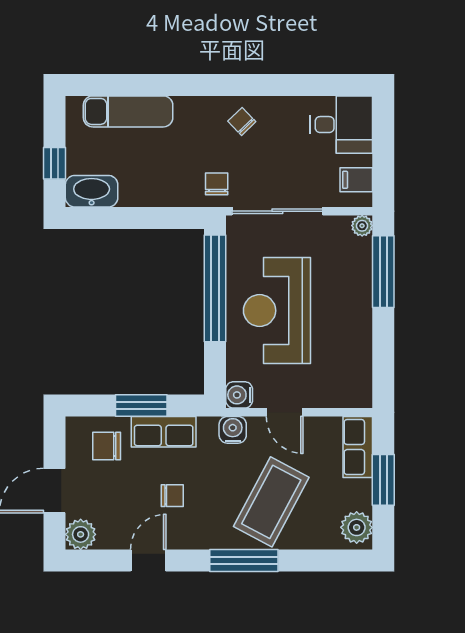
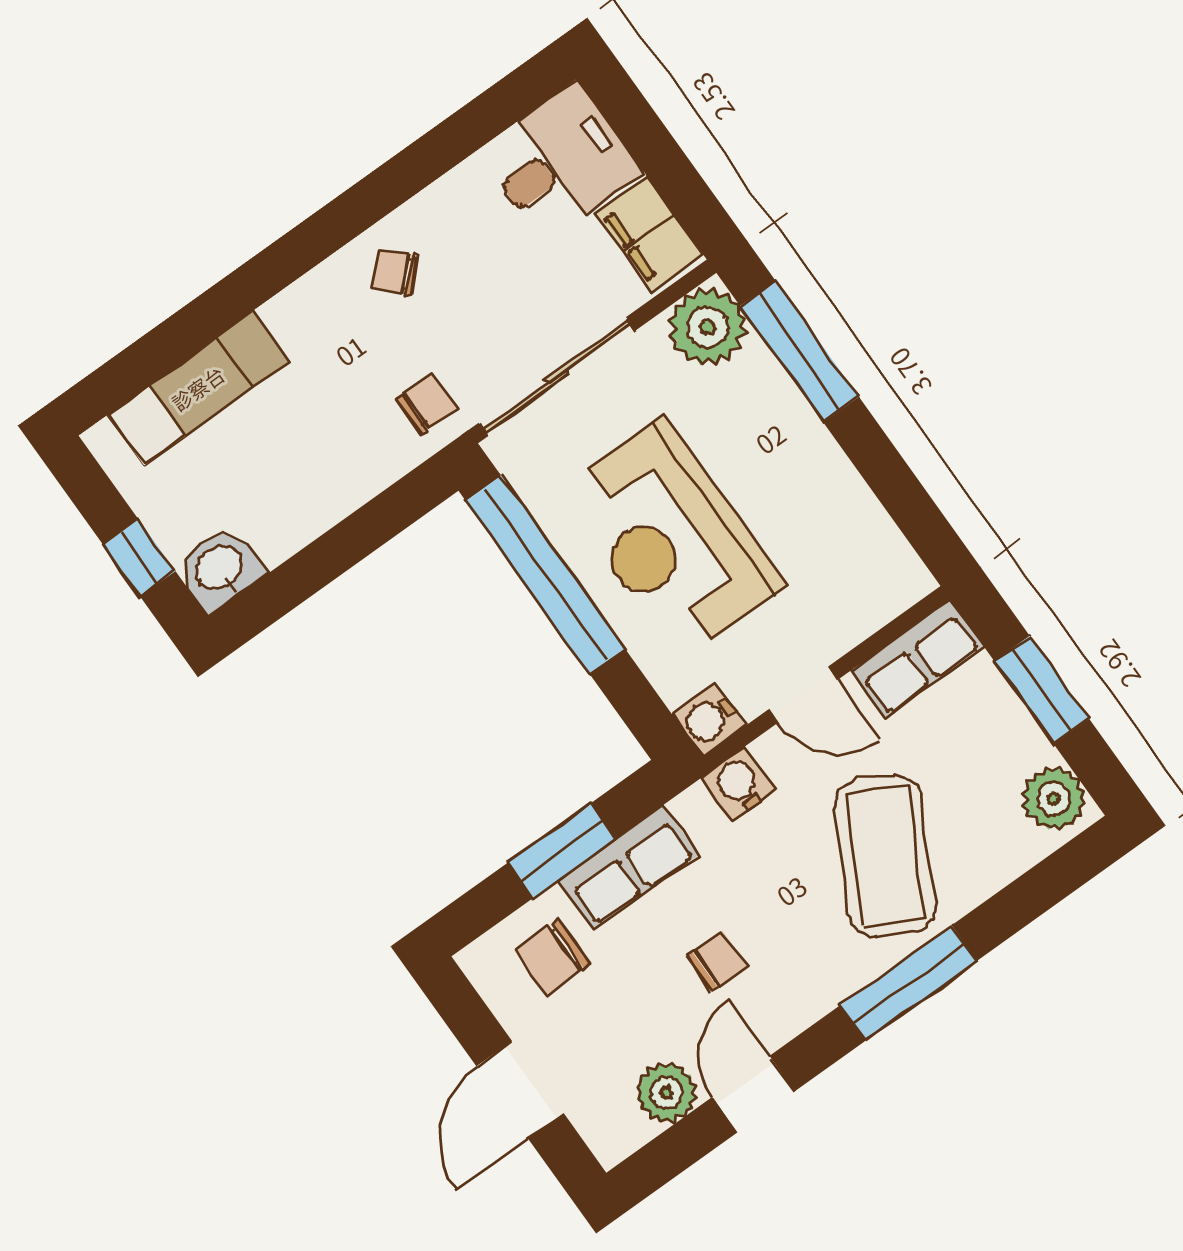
filing cabinet: (356, 180) -> (649, 234), width x2.00
chair: (217, 184) -> (426, 403), turned 90
washbasin: (92, 191) -> (220, 569), width x0.72
plant: (362, 226) -> (707, 327), width x1.88, depth x1.88
row of seats: (358, 447) -> (917, 659), moved, turned -90
plant: (81, 534) -> (666, 1093), moved

